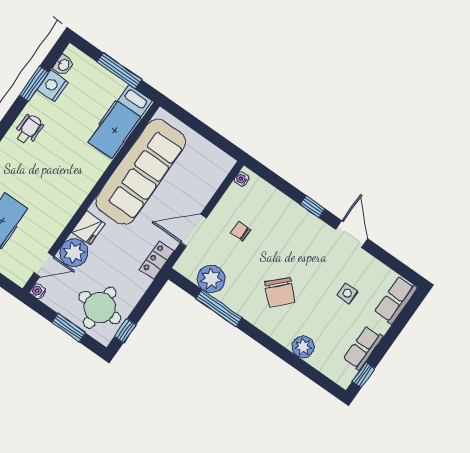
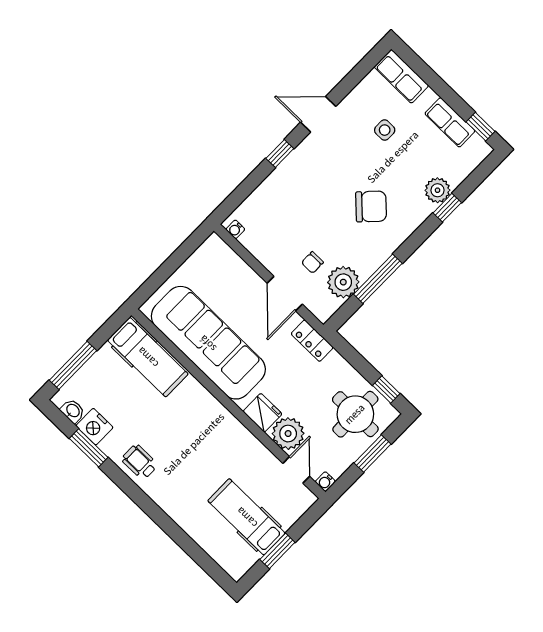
window: (119, 71) -> (73, 365), moved
chair: (241, 231) -> (312, 262), moved
window: (289, 358) -> (447, 208), added

